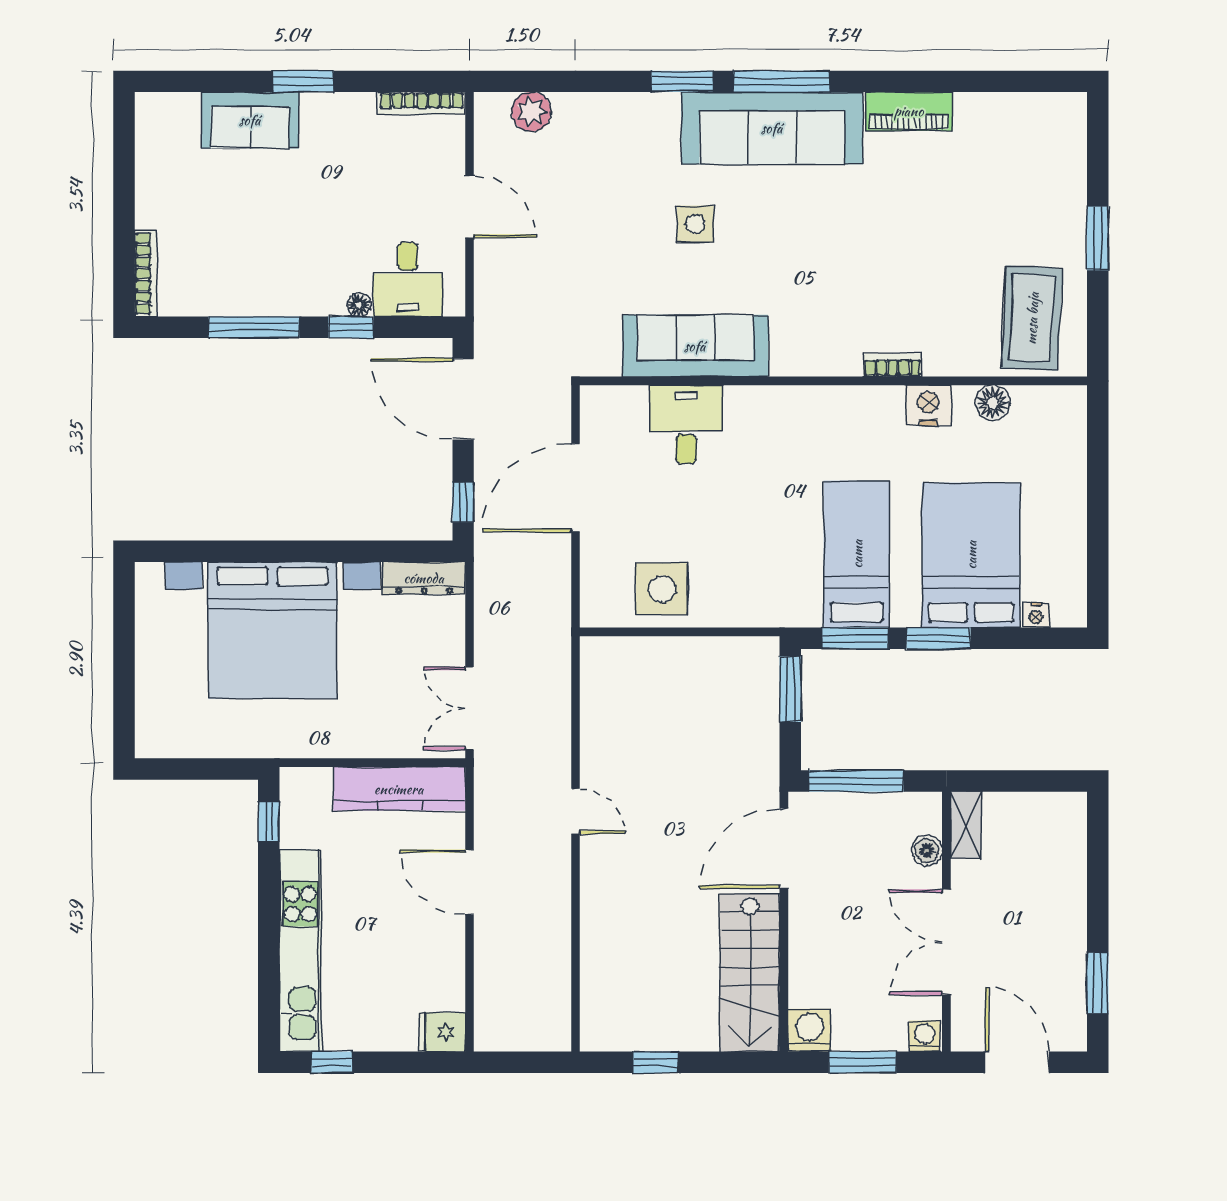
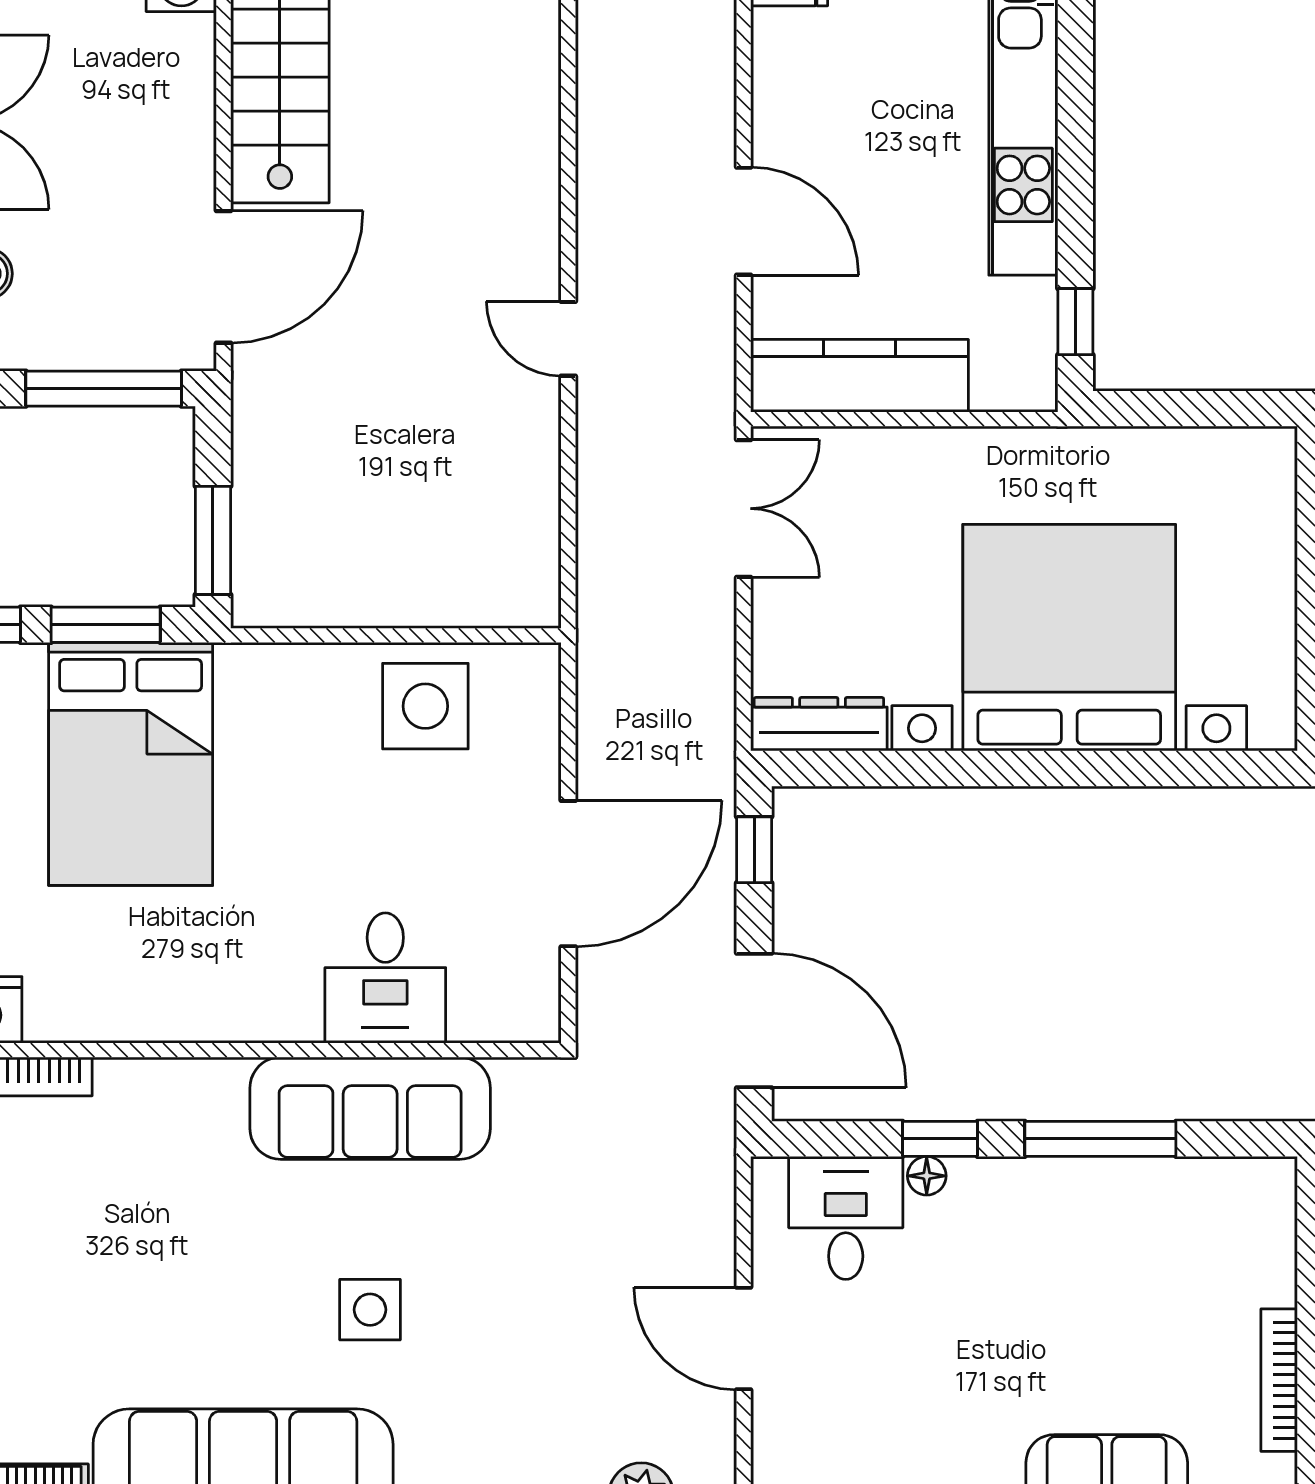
bookcase: (146, 274) -> (1279, 1380), moved
bed: (857, 554) -> (131, 764), width x1.50

